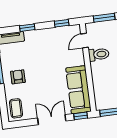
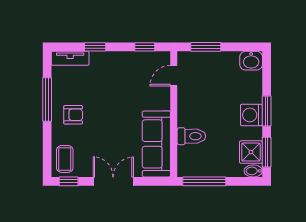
toilet: (99, 54) -> (191, 136), moved
armchair: (18, 77) -> (73, 115), turned 90
window: (81, 116) -> (69, 181), moved

